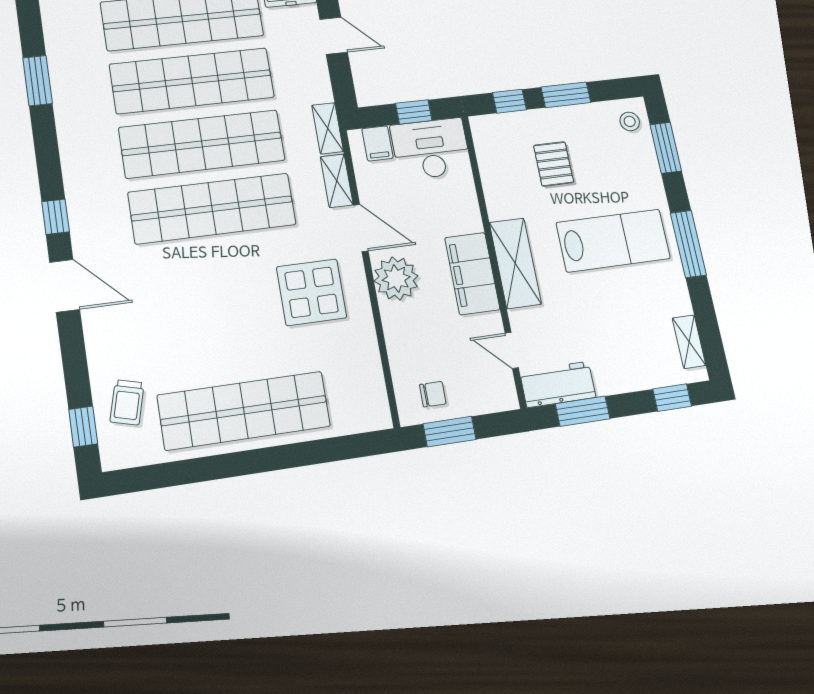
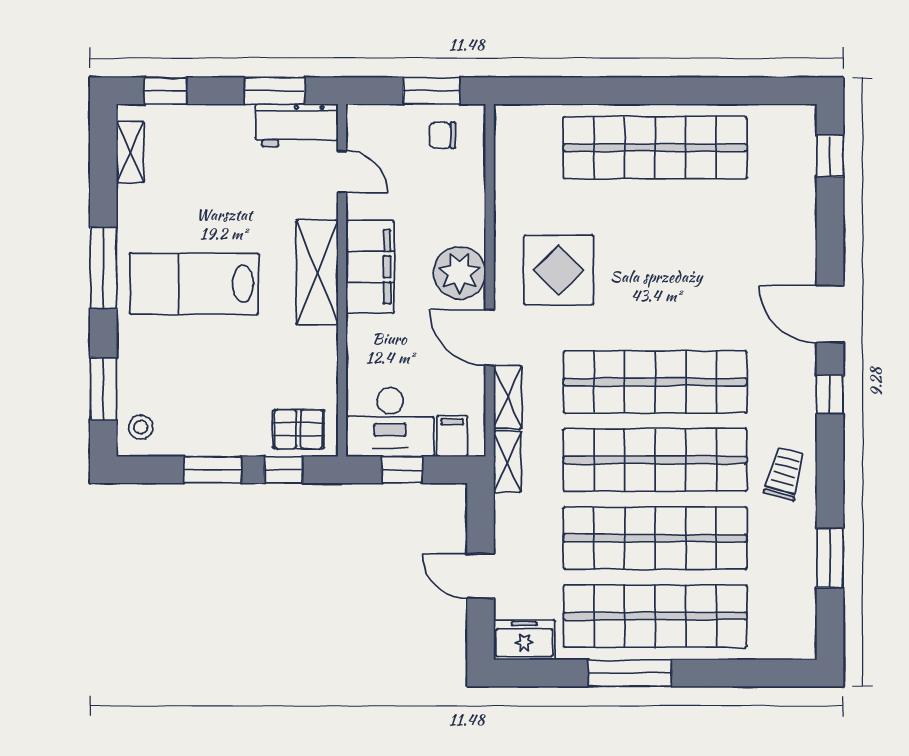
pallet: (554, 164) -> (299, 429), moved, turned 90
trolley: (127, 402) -> (785, 474), moved

